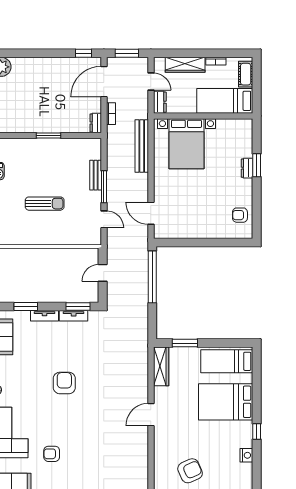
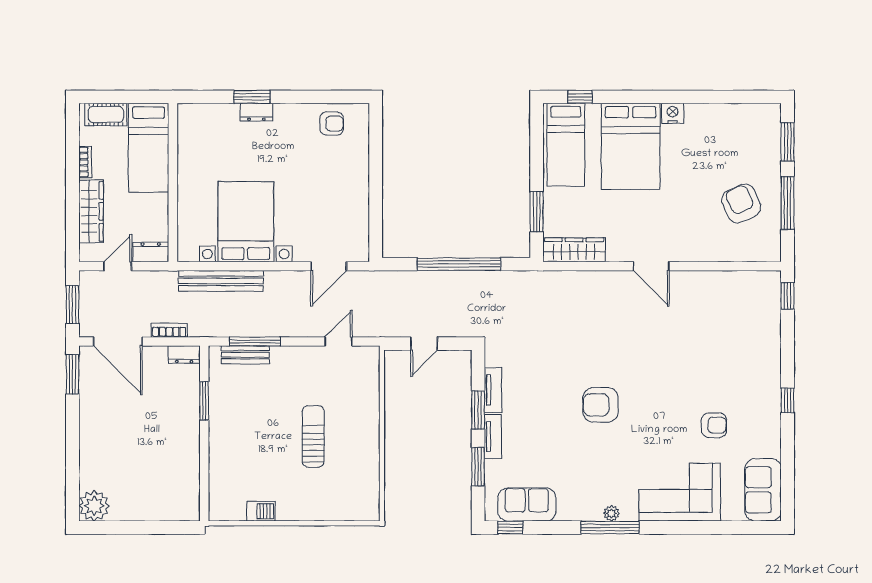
window: (83, 53) -> (72, 374), width x1.50
window: (48, 136) -> (204, 401), moved
bed with nightstands: (186, 144) -> (246, 222), moved, turned -90
bench: (96, 175) -> (245, 355), moved
window: (104, 187) -> (255, 341), moved
armchair: (240, 215) -> (332, 124), turned -90
door: (103, 273) -> (424, 344), hinge flipped
window: (152, 277) -> (459, 264), moved
window: (78, 307) -> (478, 410), moved
window: (257, 432) -> (580, 97), moved
armchair: (52, 454) -> (714, 425), turned -90
nightstand: (246, 455) -> (673, 113), moved

